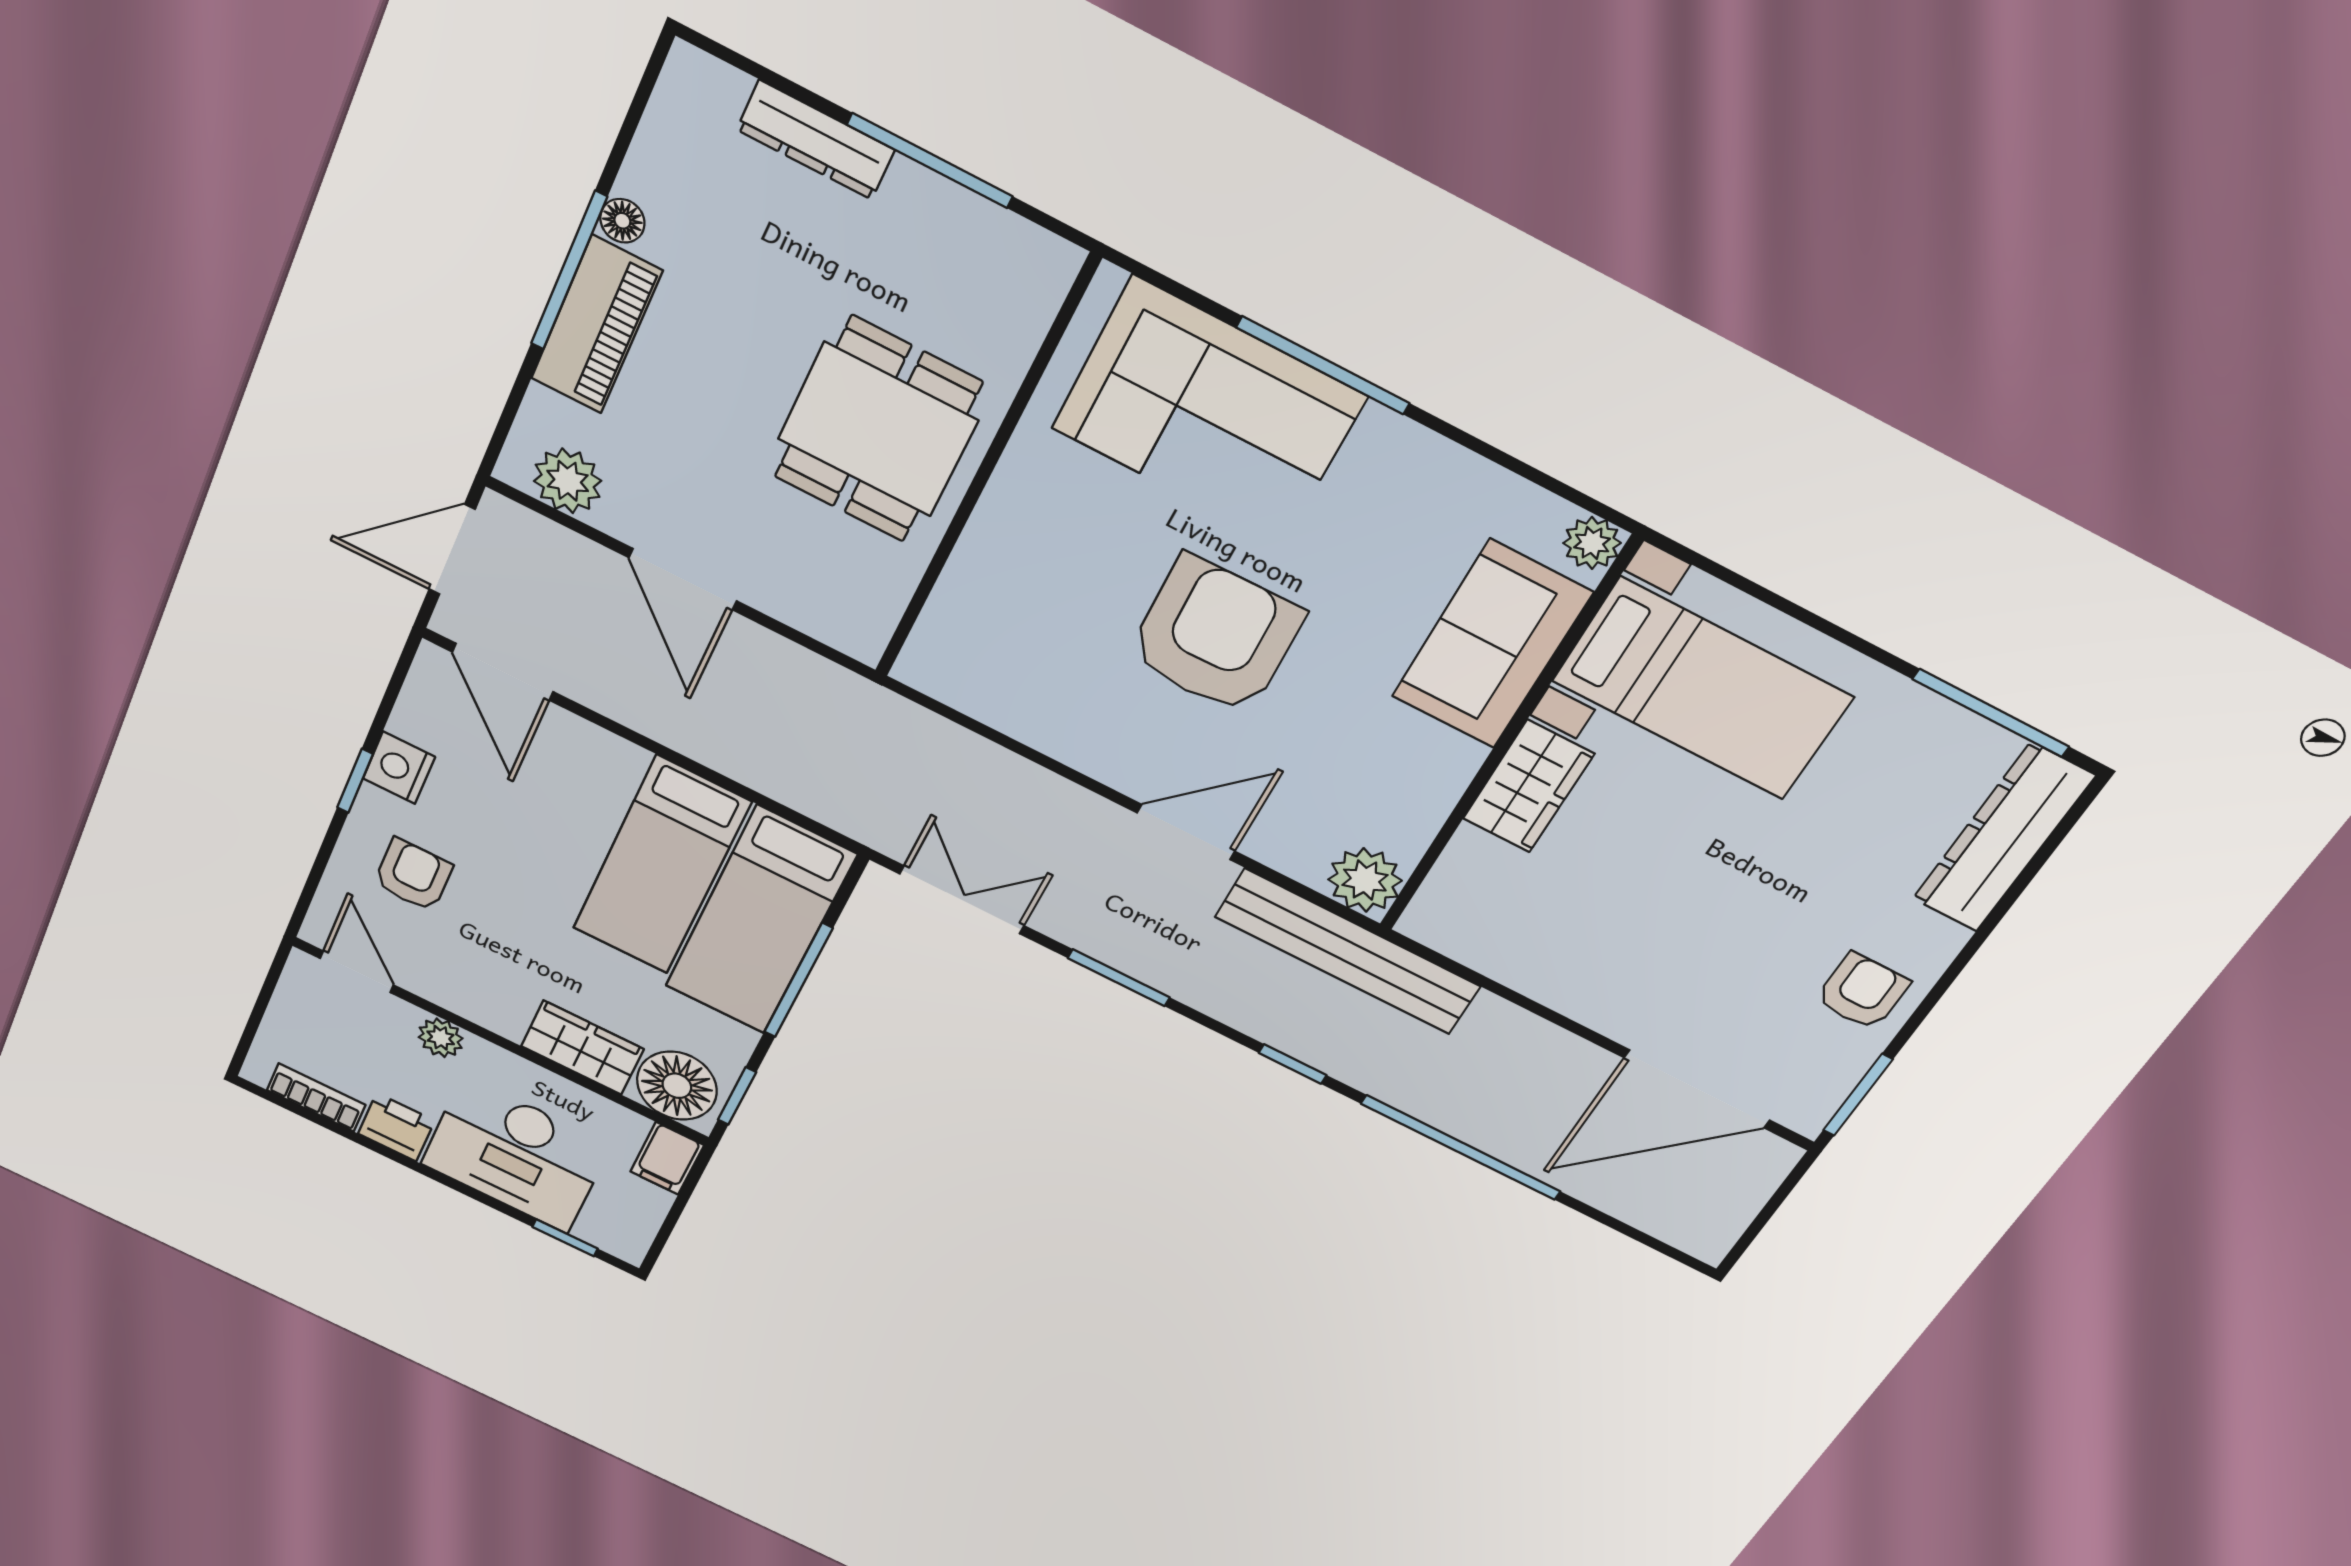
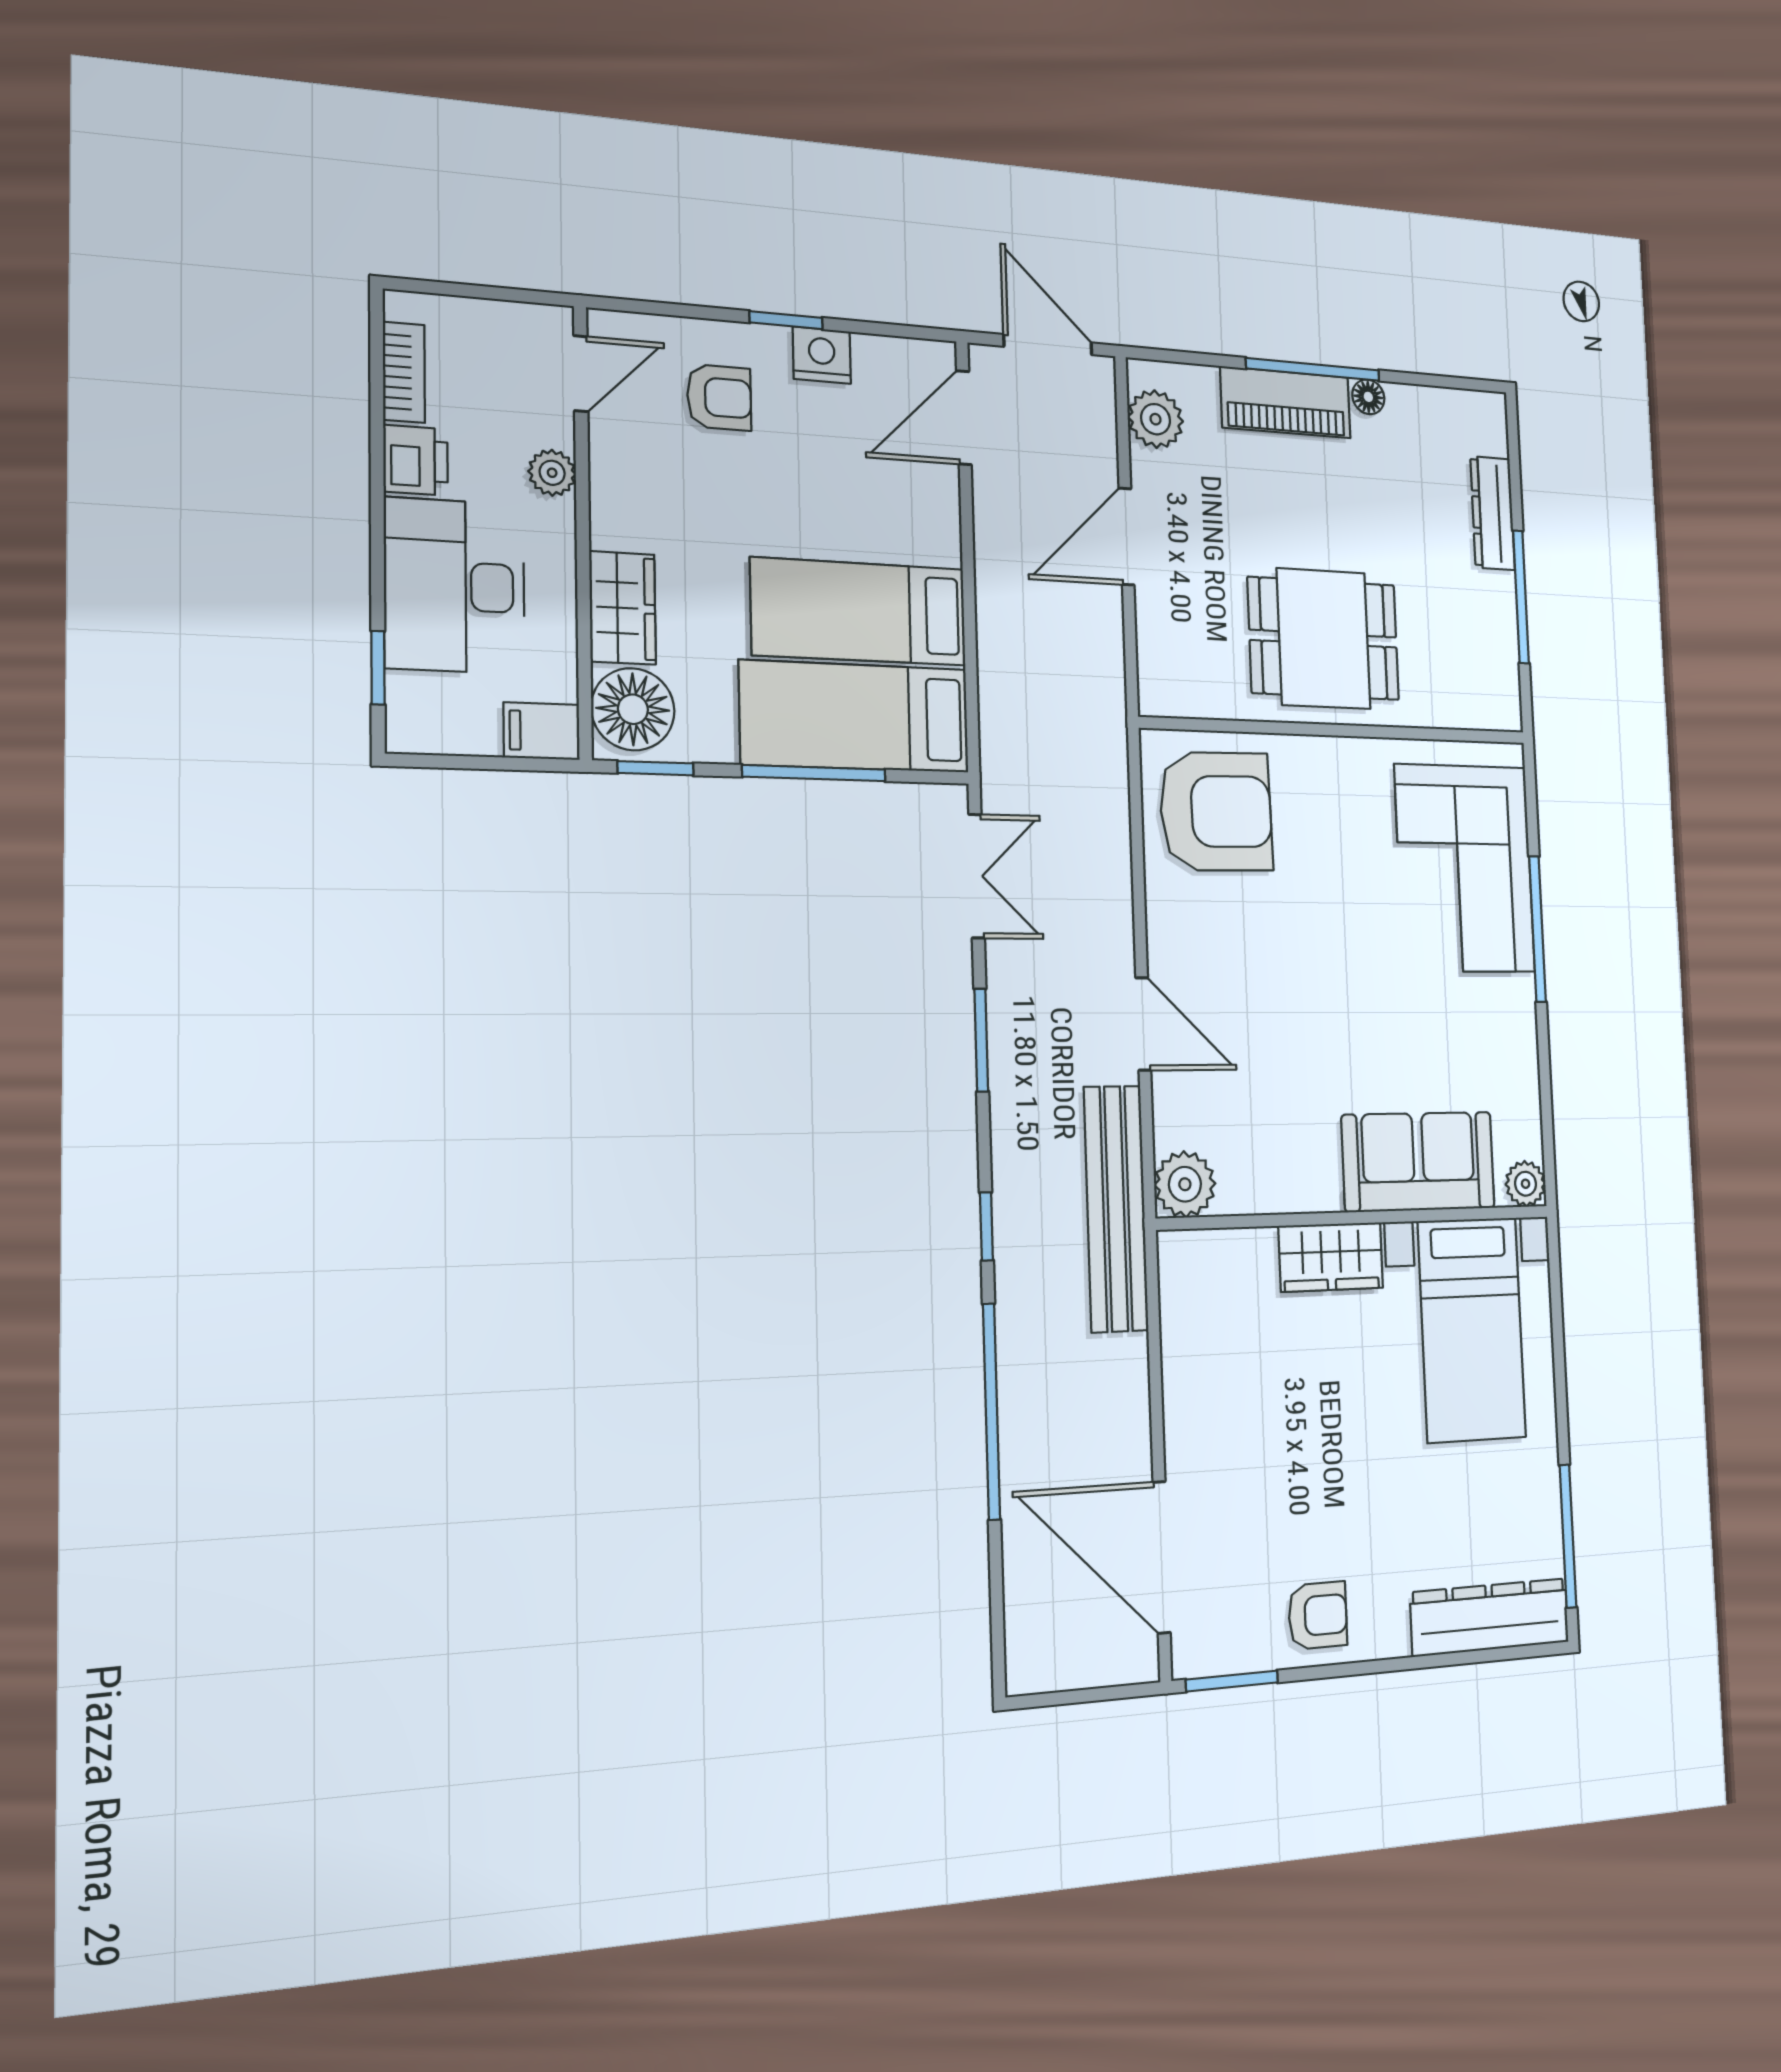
armchair: (1215, 636) -> (1216, 811), moved

